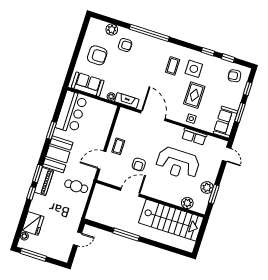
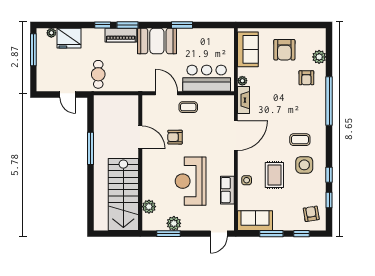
rug: (194, 95) -> (274, 175), turned 90
bar counter: (72, 112) -> (207, 78), moved, turned 180
cafe table: (76, 186) -> (98, 74), moved

